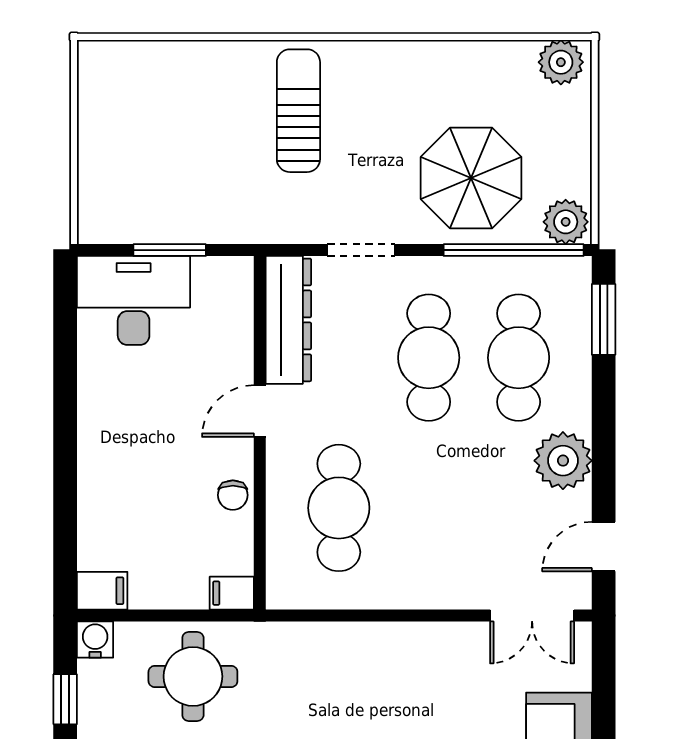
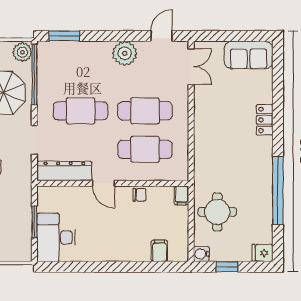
cafe table: (519, 358) -> (145, 111), moved
door: (604, 547) -> (162, 36), swing flipped
filing cabinet: (102, 591) -> (159, 251), moved

